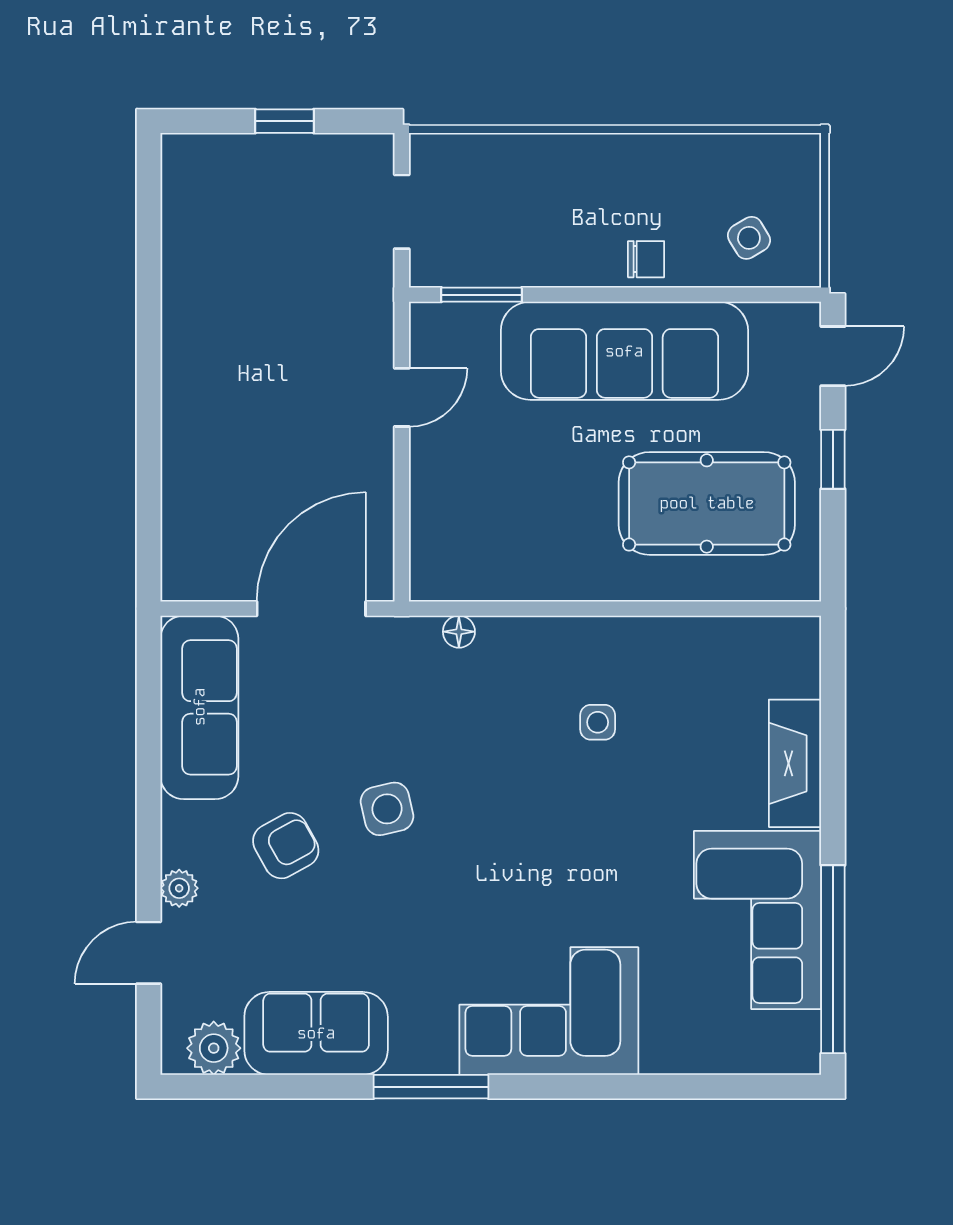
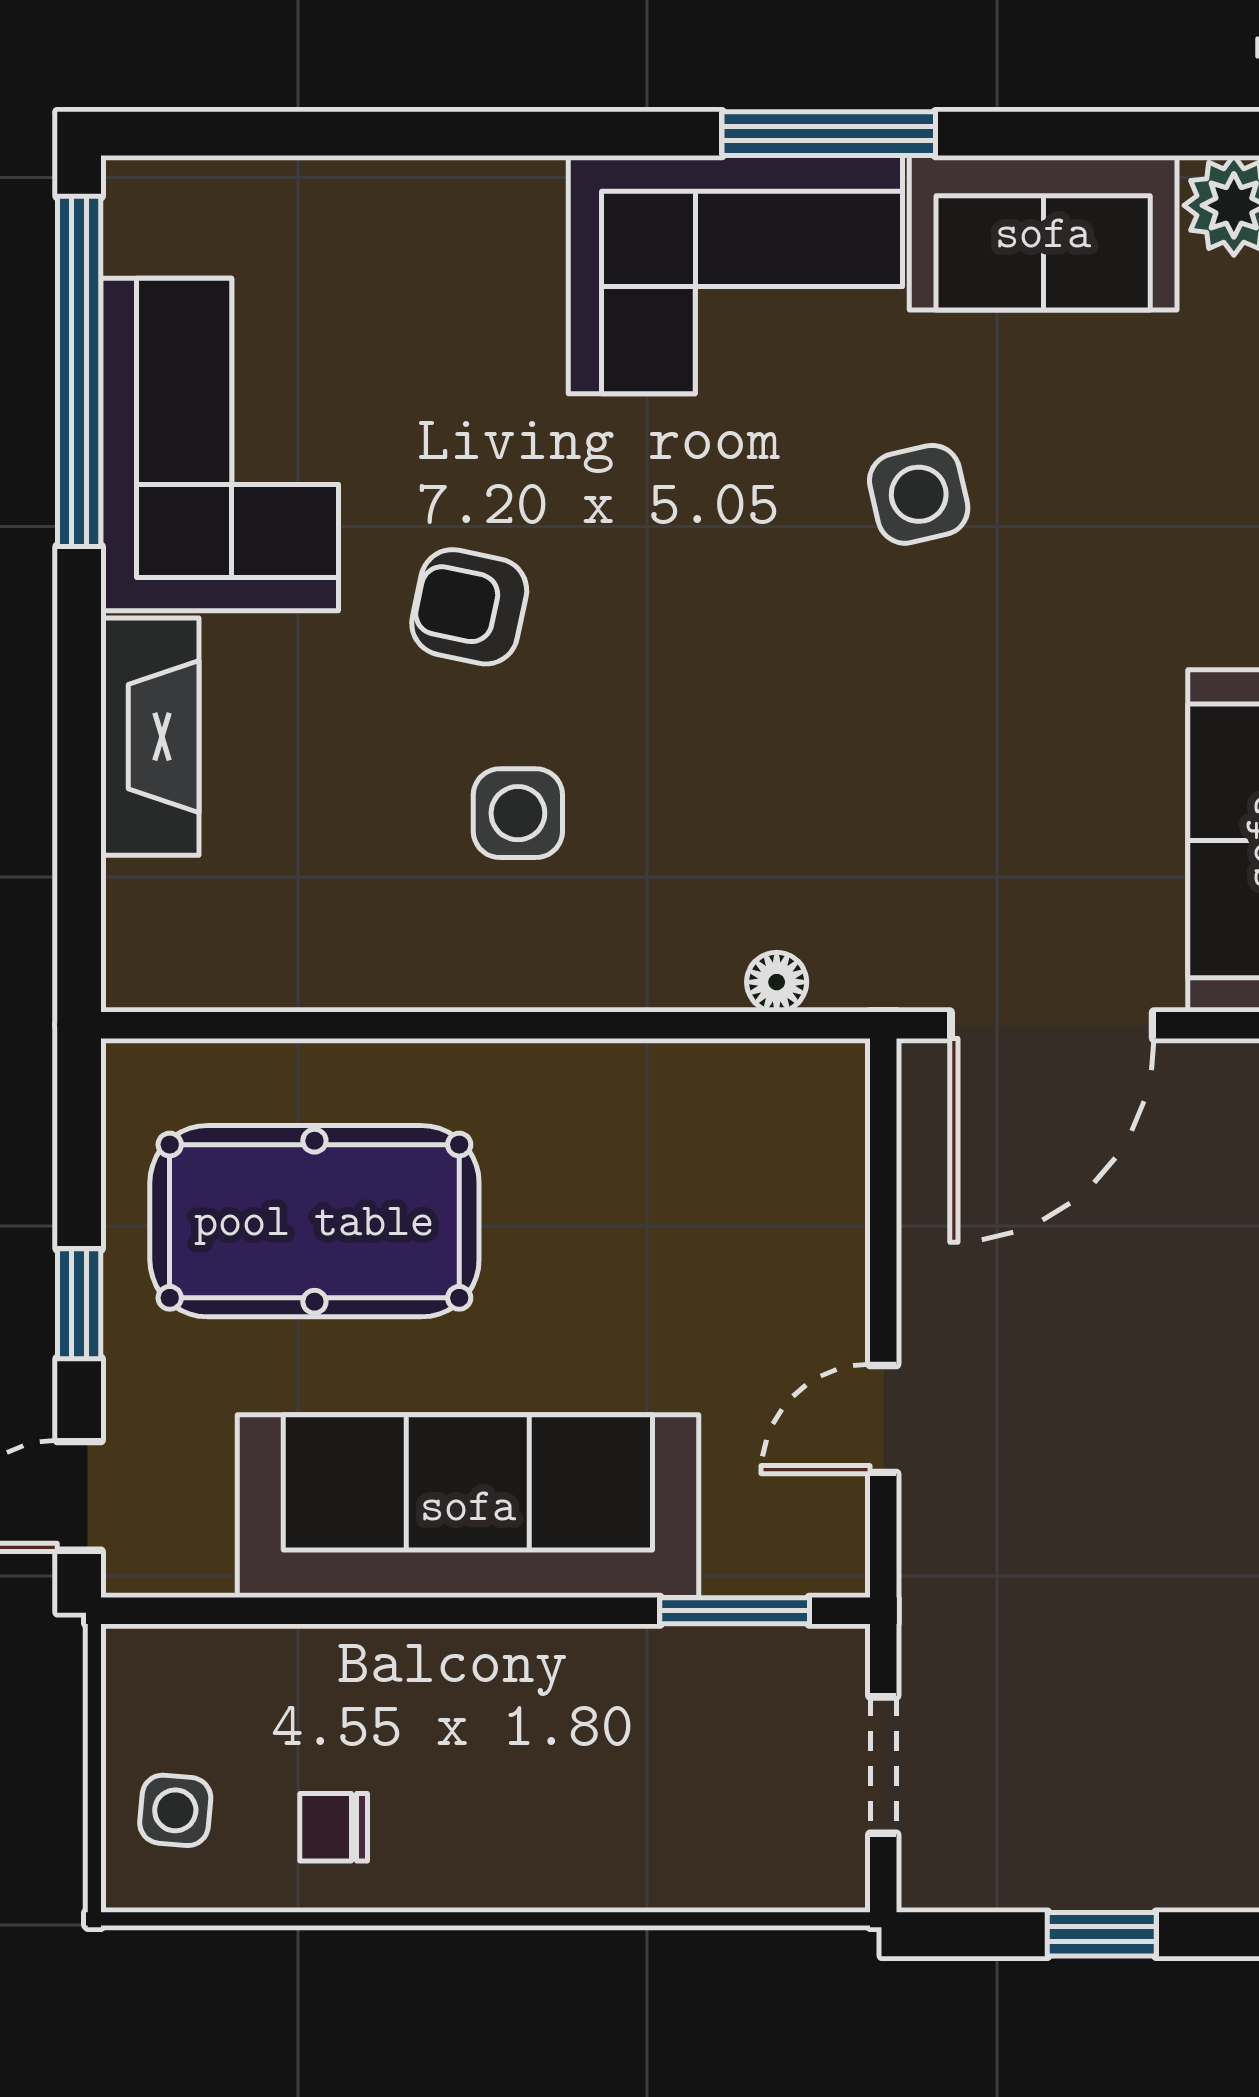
side table: (749, 238) -> (175, 1810), moved, turned 36
chair: (646, 259) -> (334, 1827), moved
side table: (598, 722) -> (518, 813), width x1.37, depth x1.37
side table: (387, 809) -> (919, 494), moved
armchair: (286, 846) -> (469, 607), moved, turned 41
corner sofa: (549, 1011) -> (735, 275), moved

